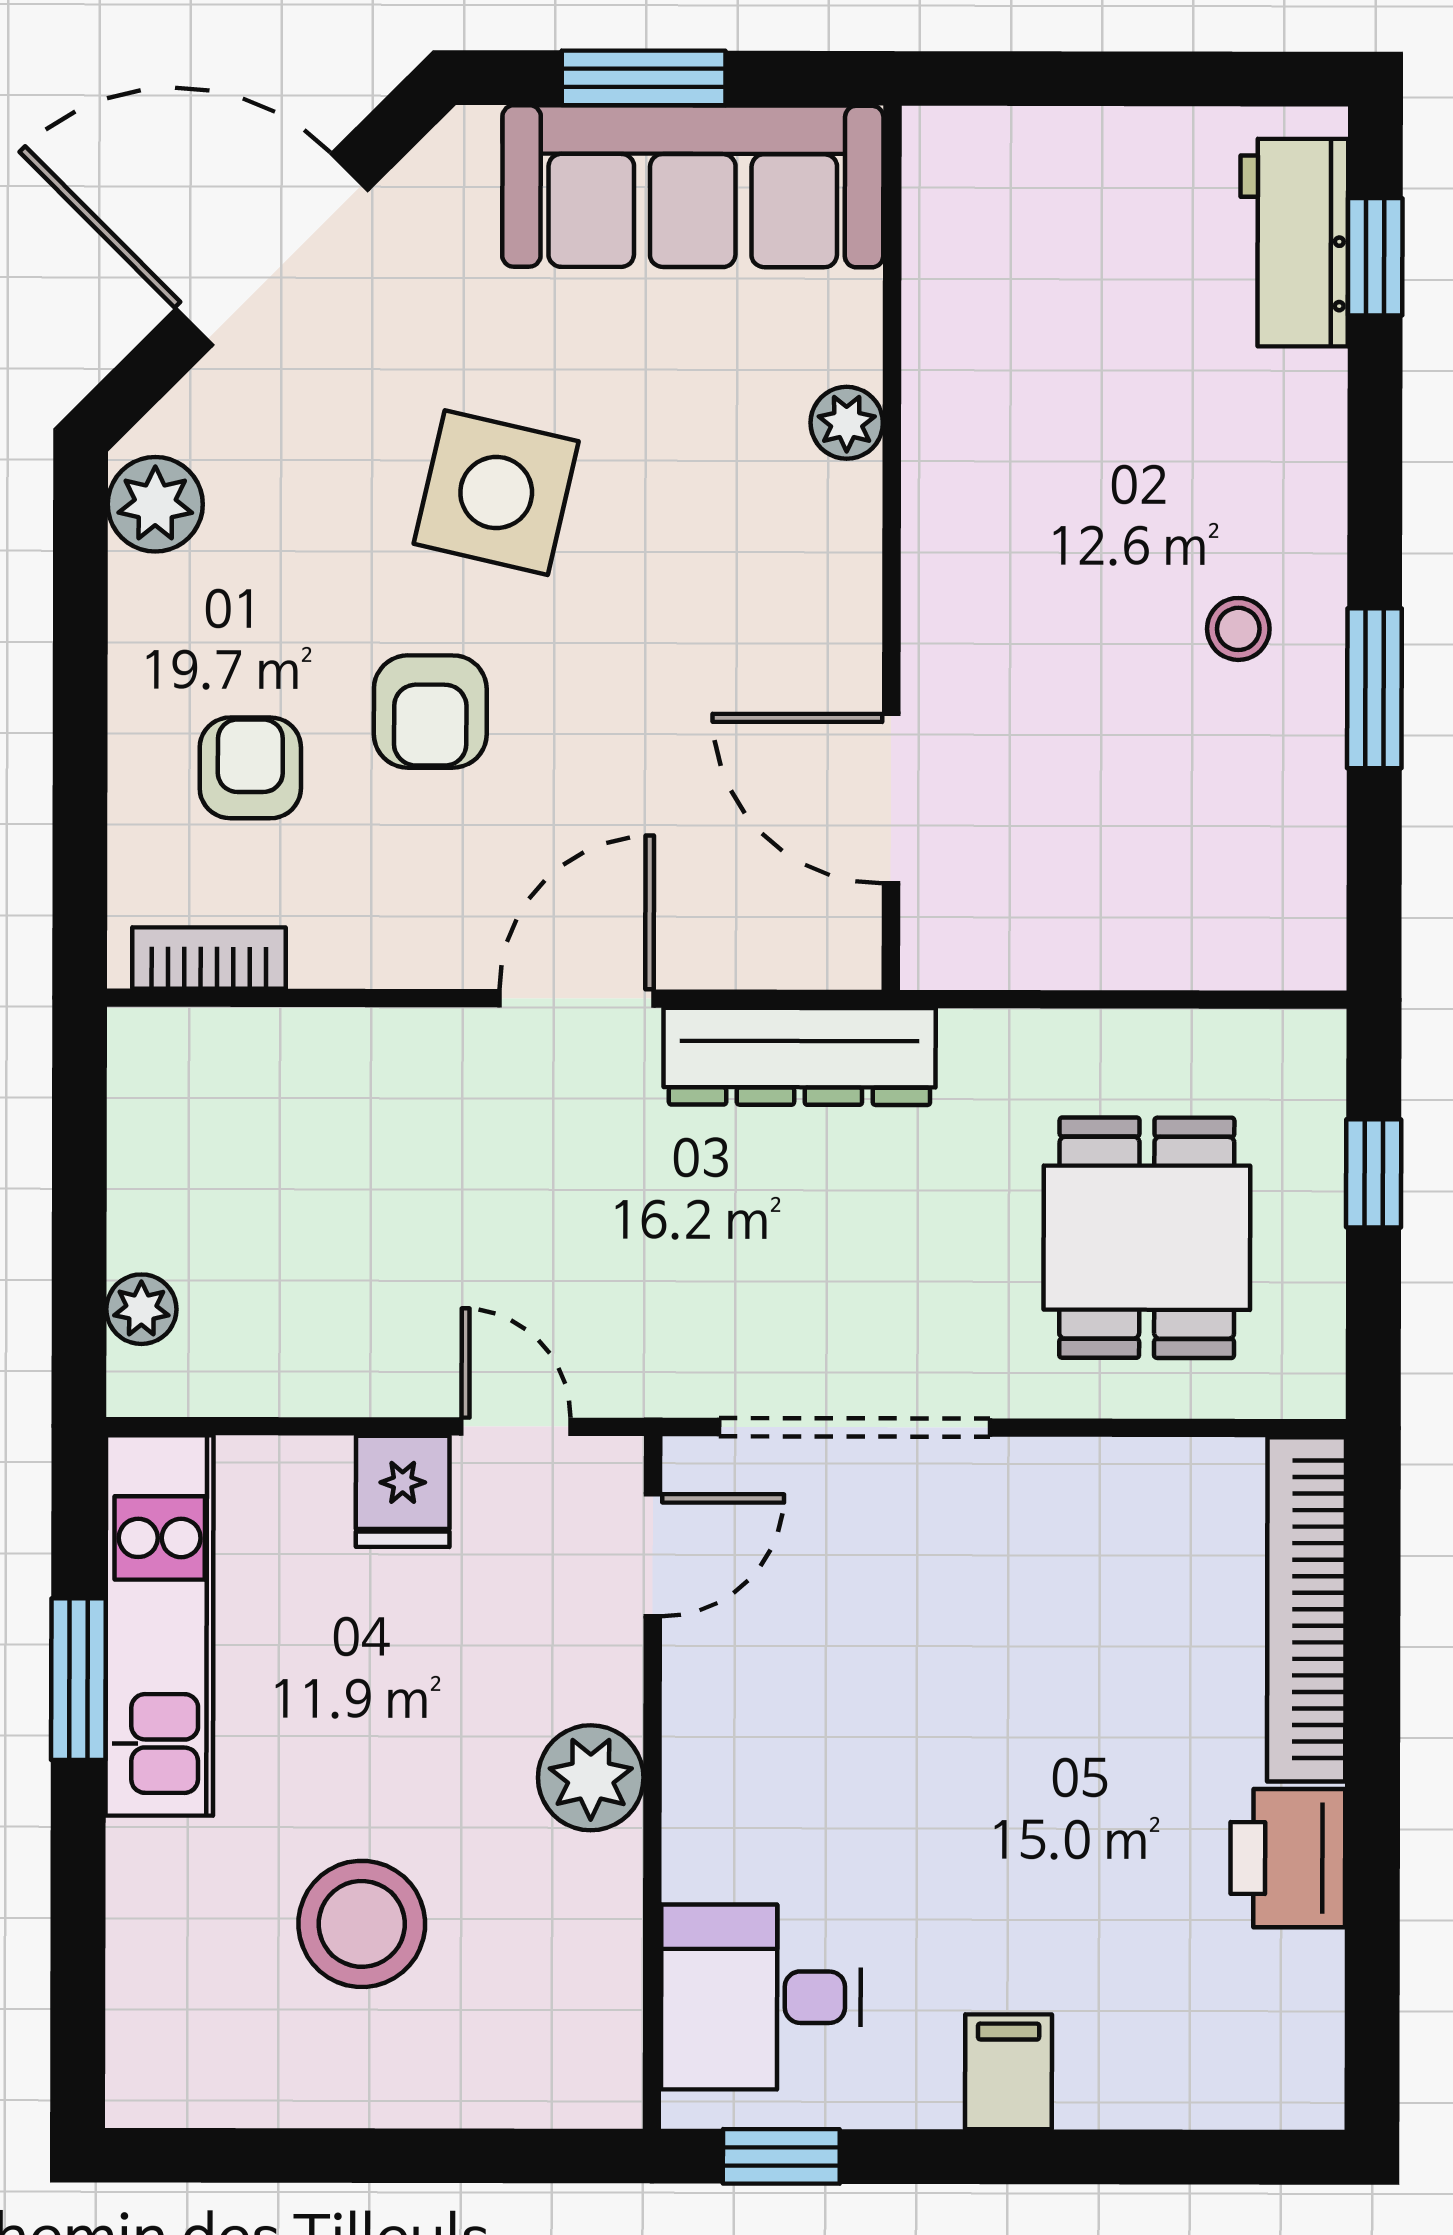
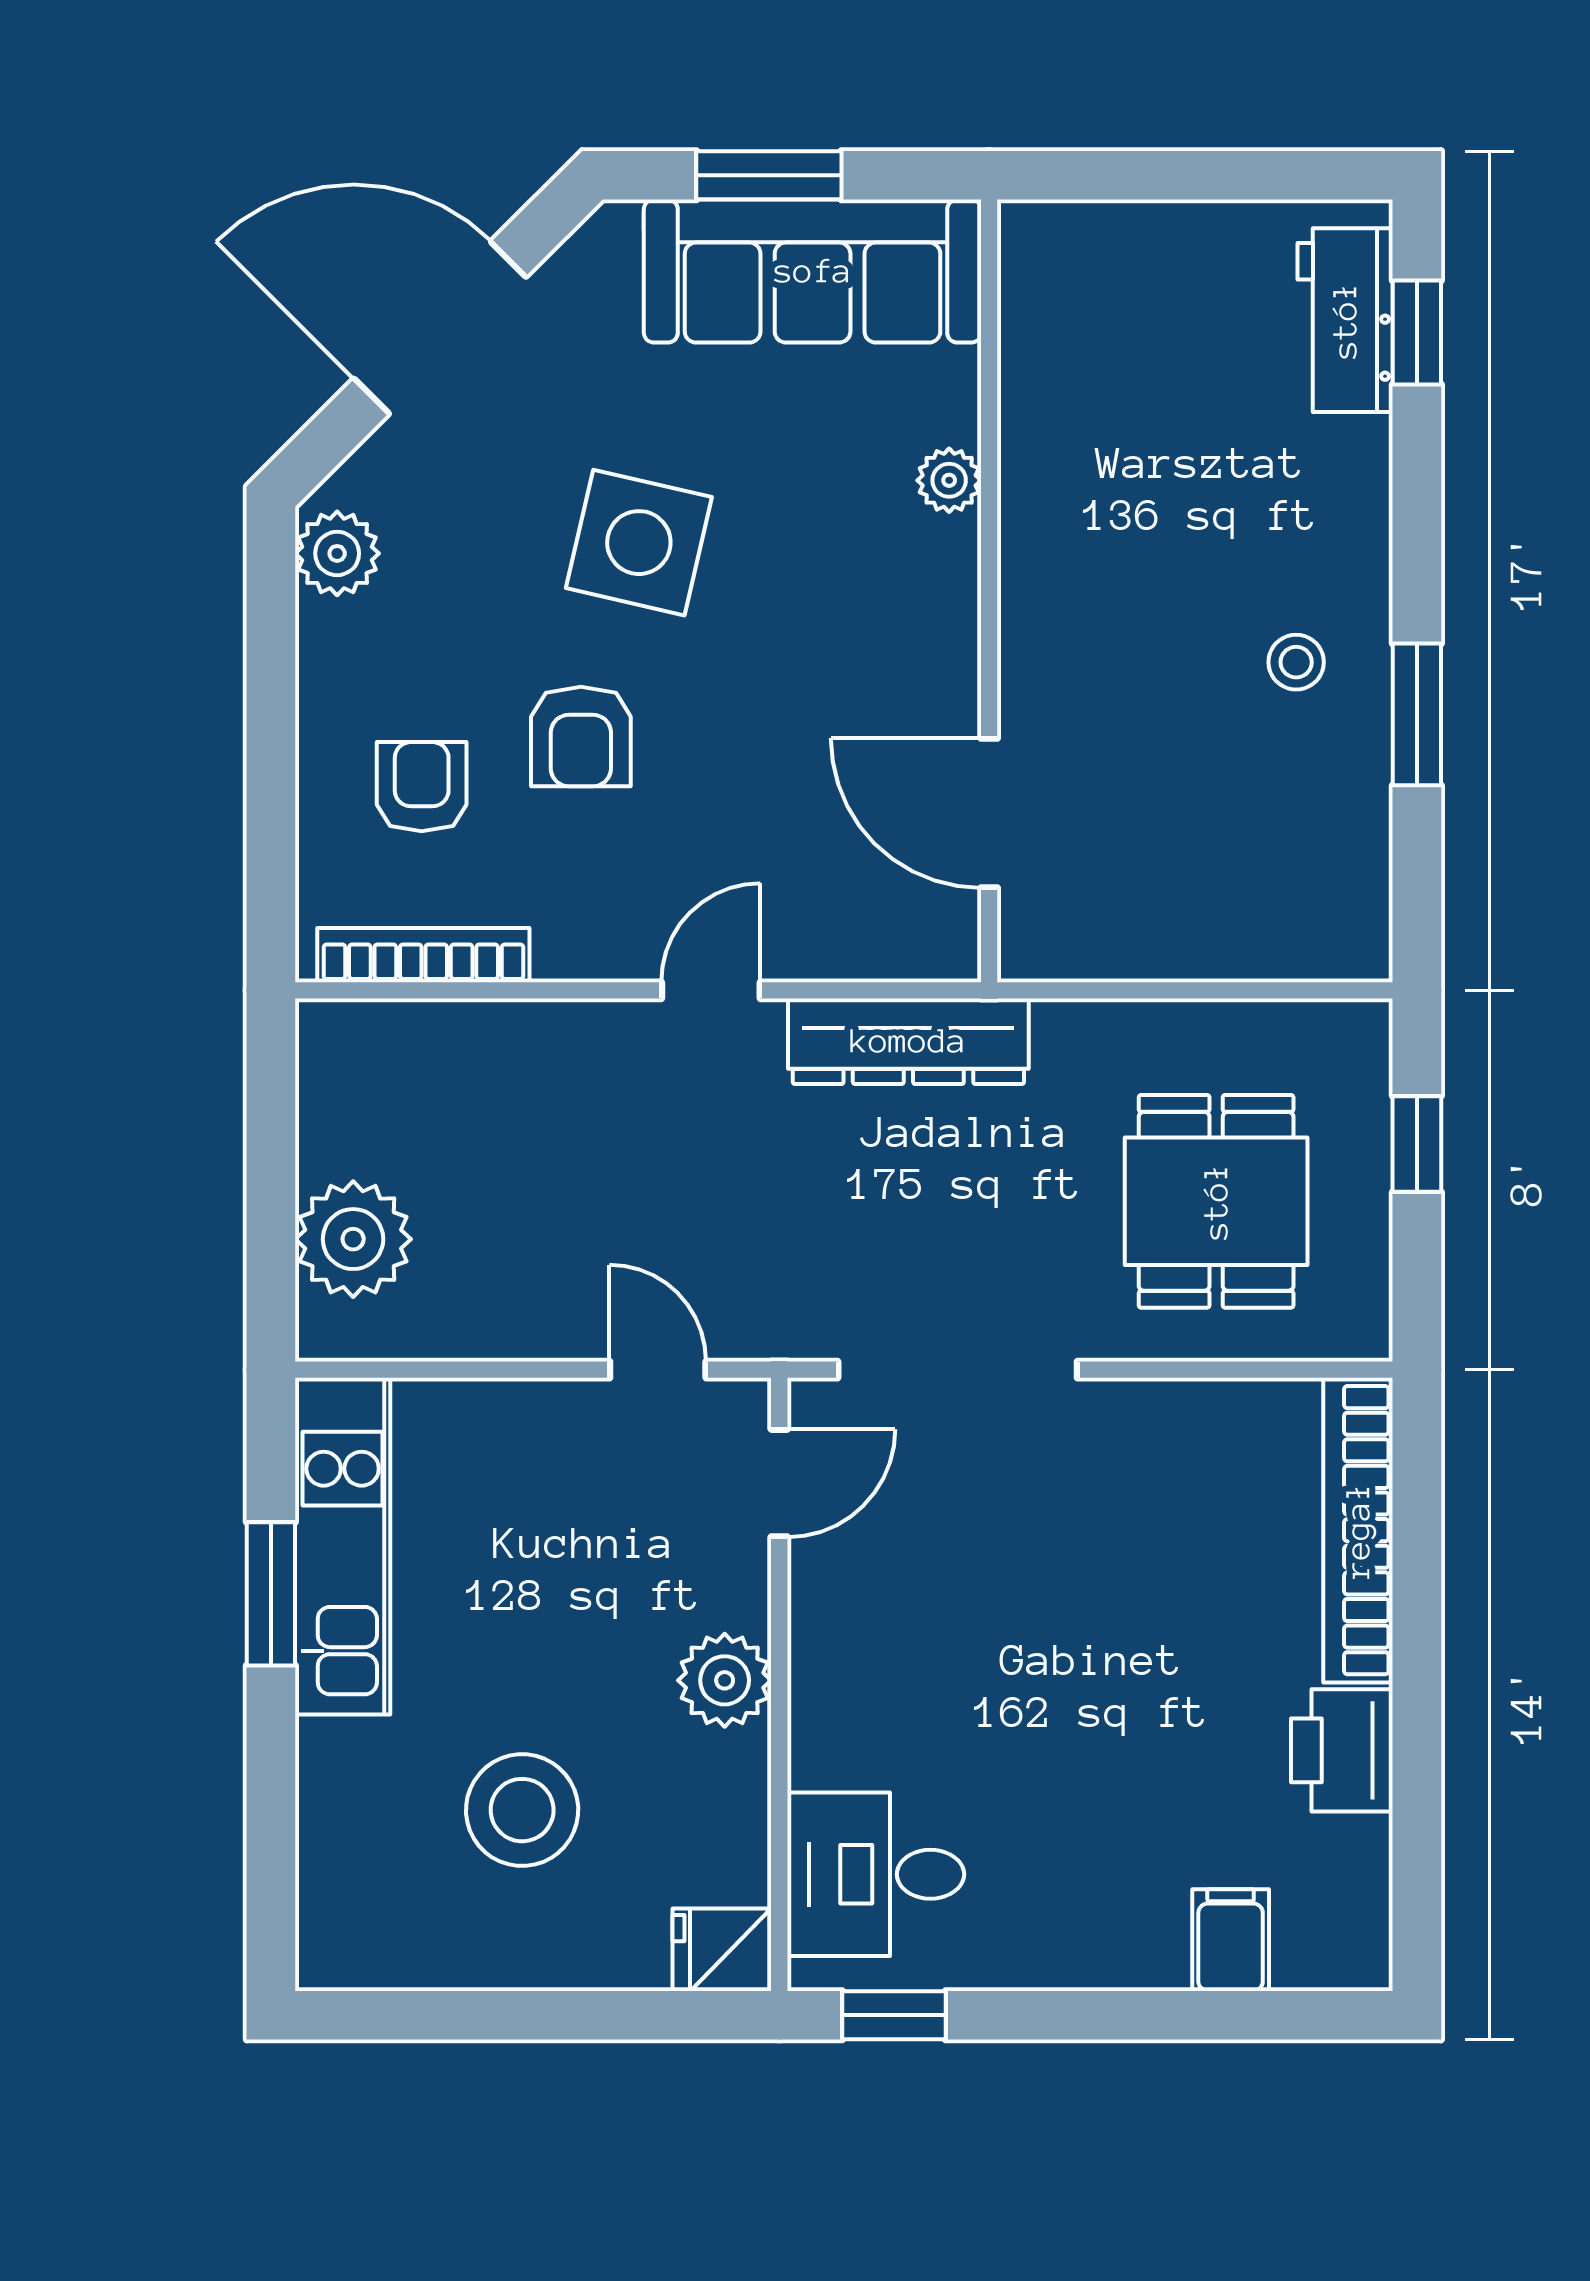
bookcase: (209, 958) -> (423, 955), width x1.56
door: (577, 998) -> (711, 990), width x0.73
plant: (141, 1309) -> (353, 1239), width x1.87, depth x1.87
fridge: (403, 1491) -> (722, 1950), moved, turned 90
filing cabinet: (1008, 2072) -> (1231, 1940), moved

